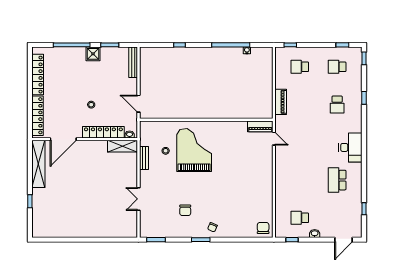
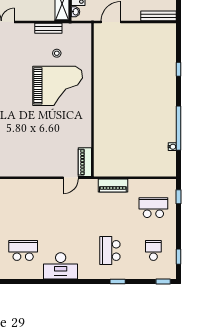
school desk: (300, 67) -> (153, 208), width x1.85
school desk: (337, 105) -> (110, 251), width x1.85

